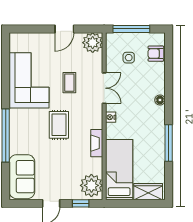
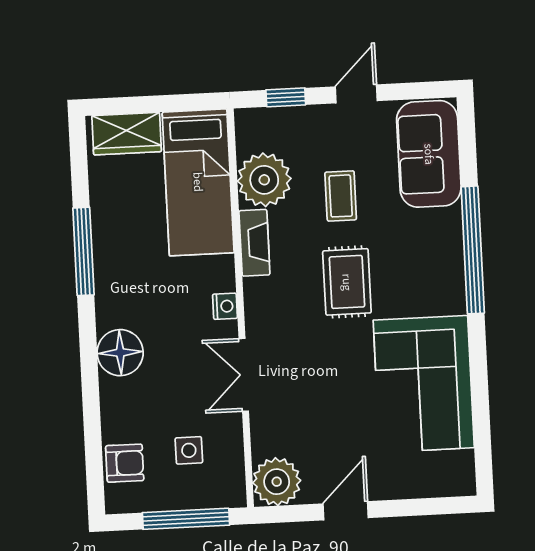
coffee table: (69, 83) -> (341, 196), moved
floor lamp: (160, 100) -> (120, 353), width x1.89, depth x1.89
plant: (91, 185) -> (264, 180), moved

